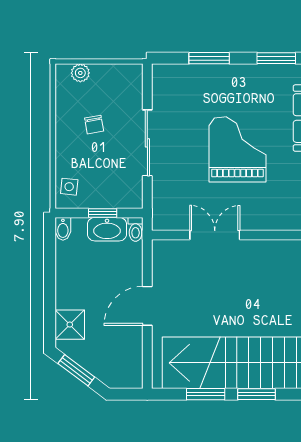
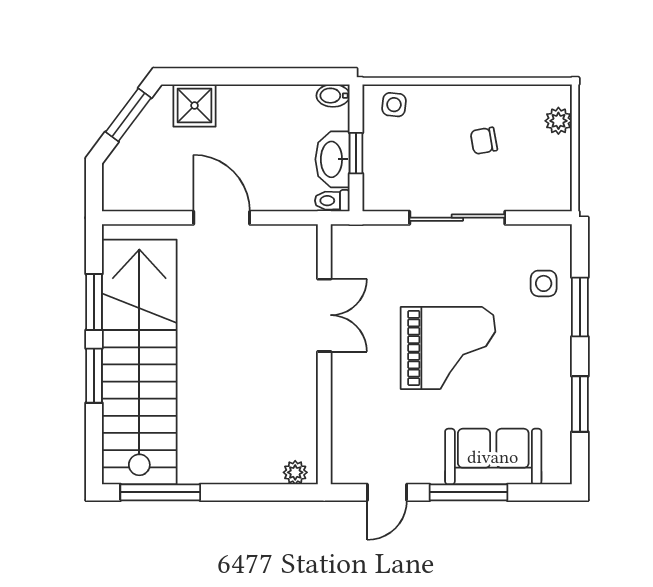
side table: (193, 83) -> (544, 283), added

